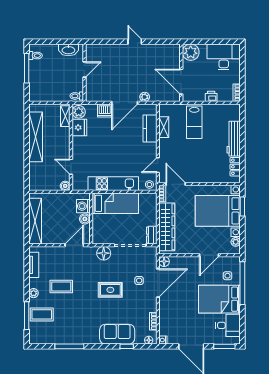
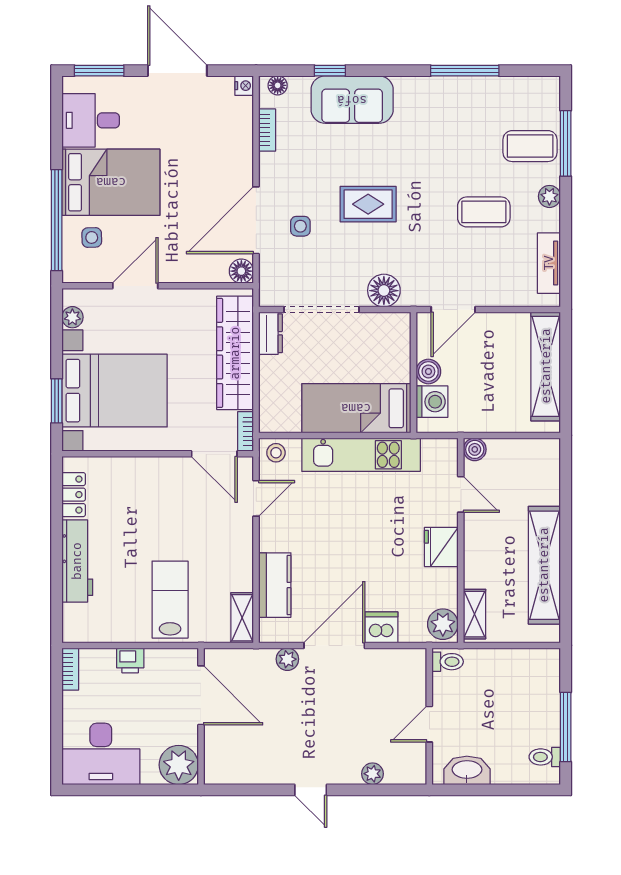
plant: (109, 48) -> (372, 774), added
fridge: (79, 127) -> (441, 547), moved
shelving: (164, 127) -> (242, 618), moved

